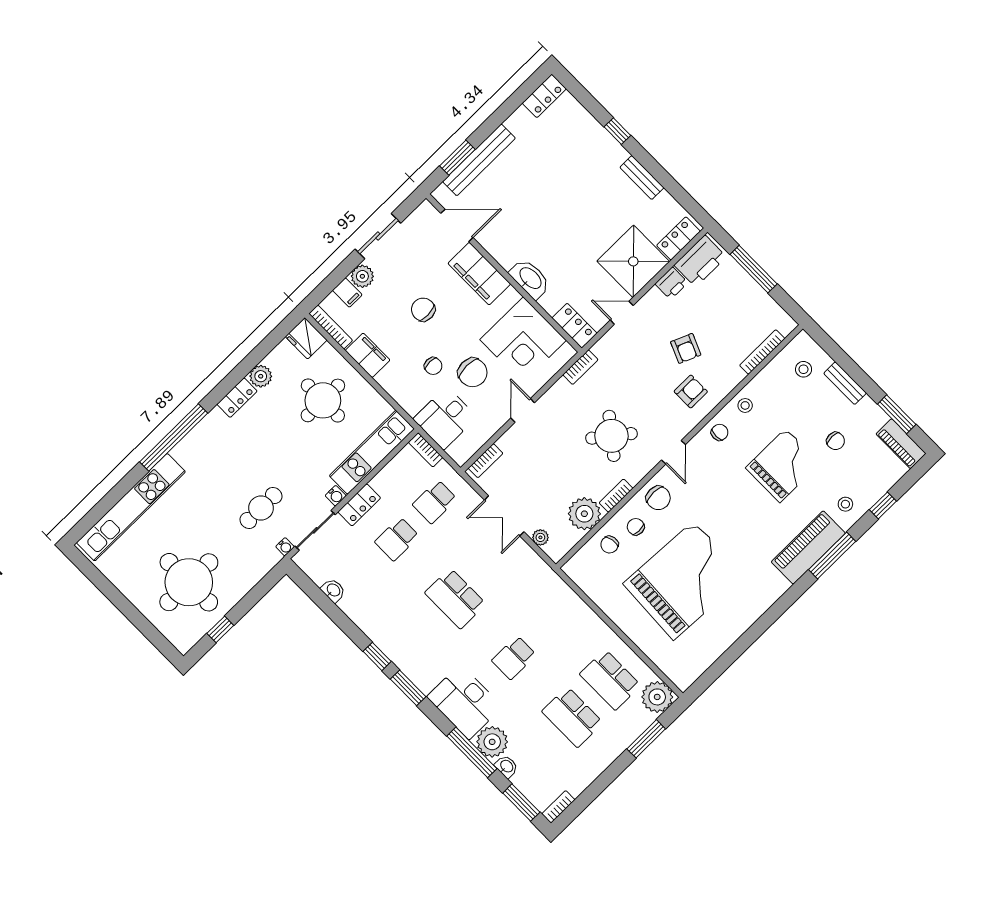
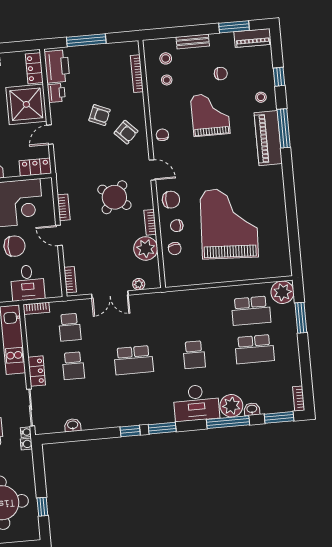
bookcase: (580, 367) -> (64, 207), moved
armchair: (691, 392) -> (126, 132), turned 135
stool: (745, 405) -> (167, 80), moved
water cooler: (336, 496) -> (26, 444), moved

